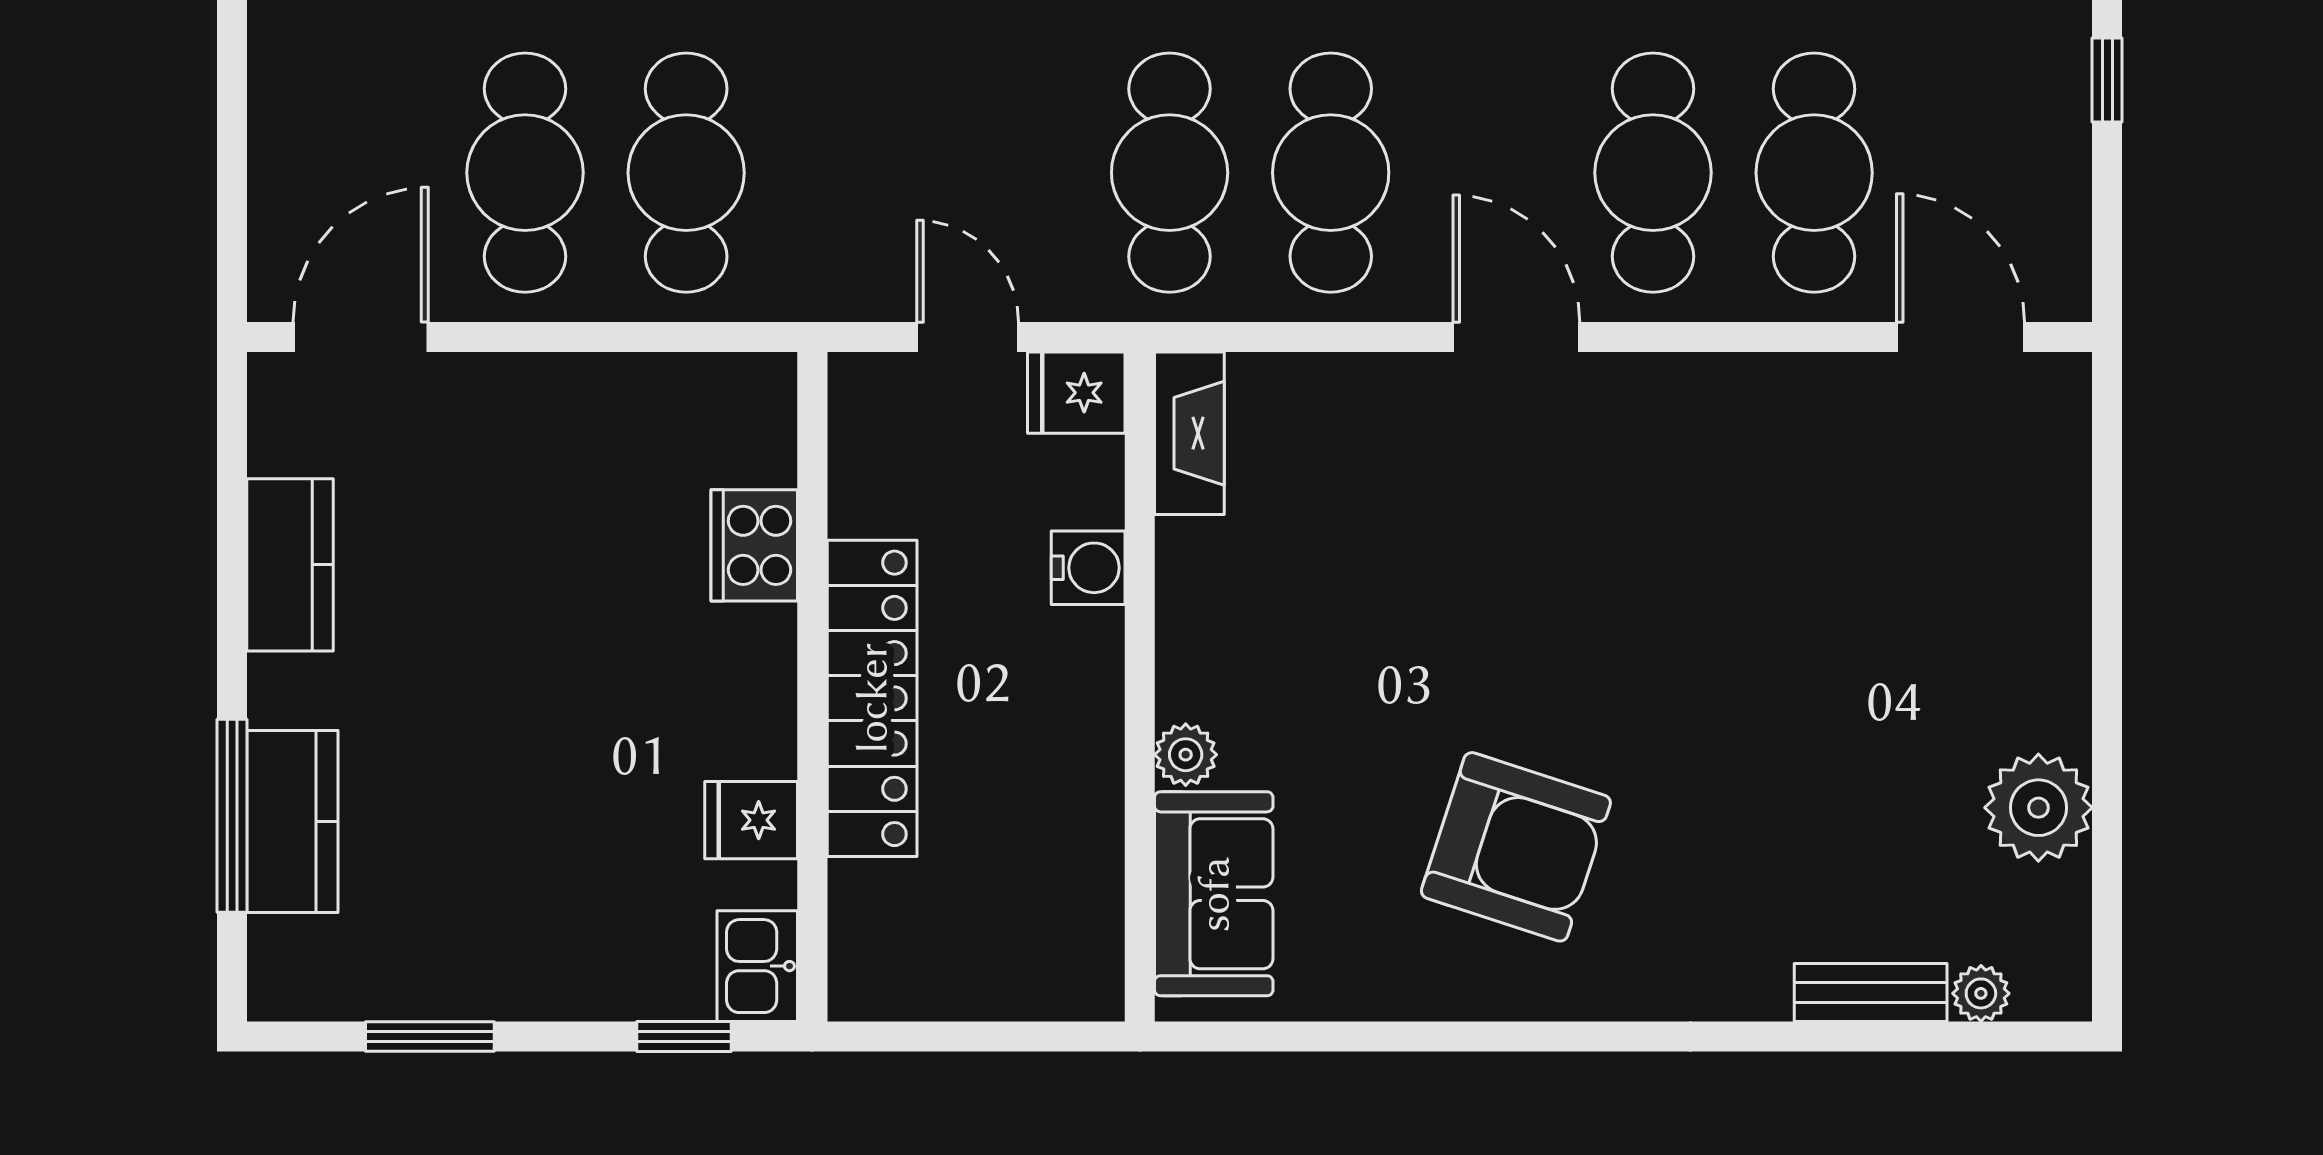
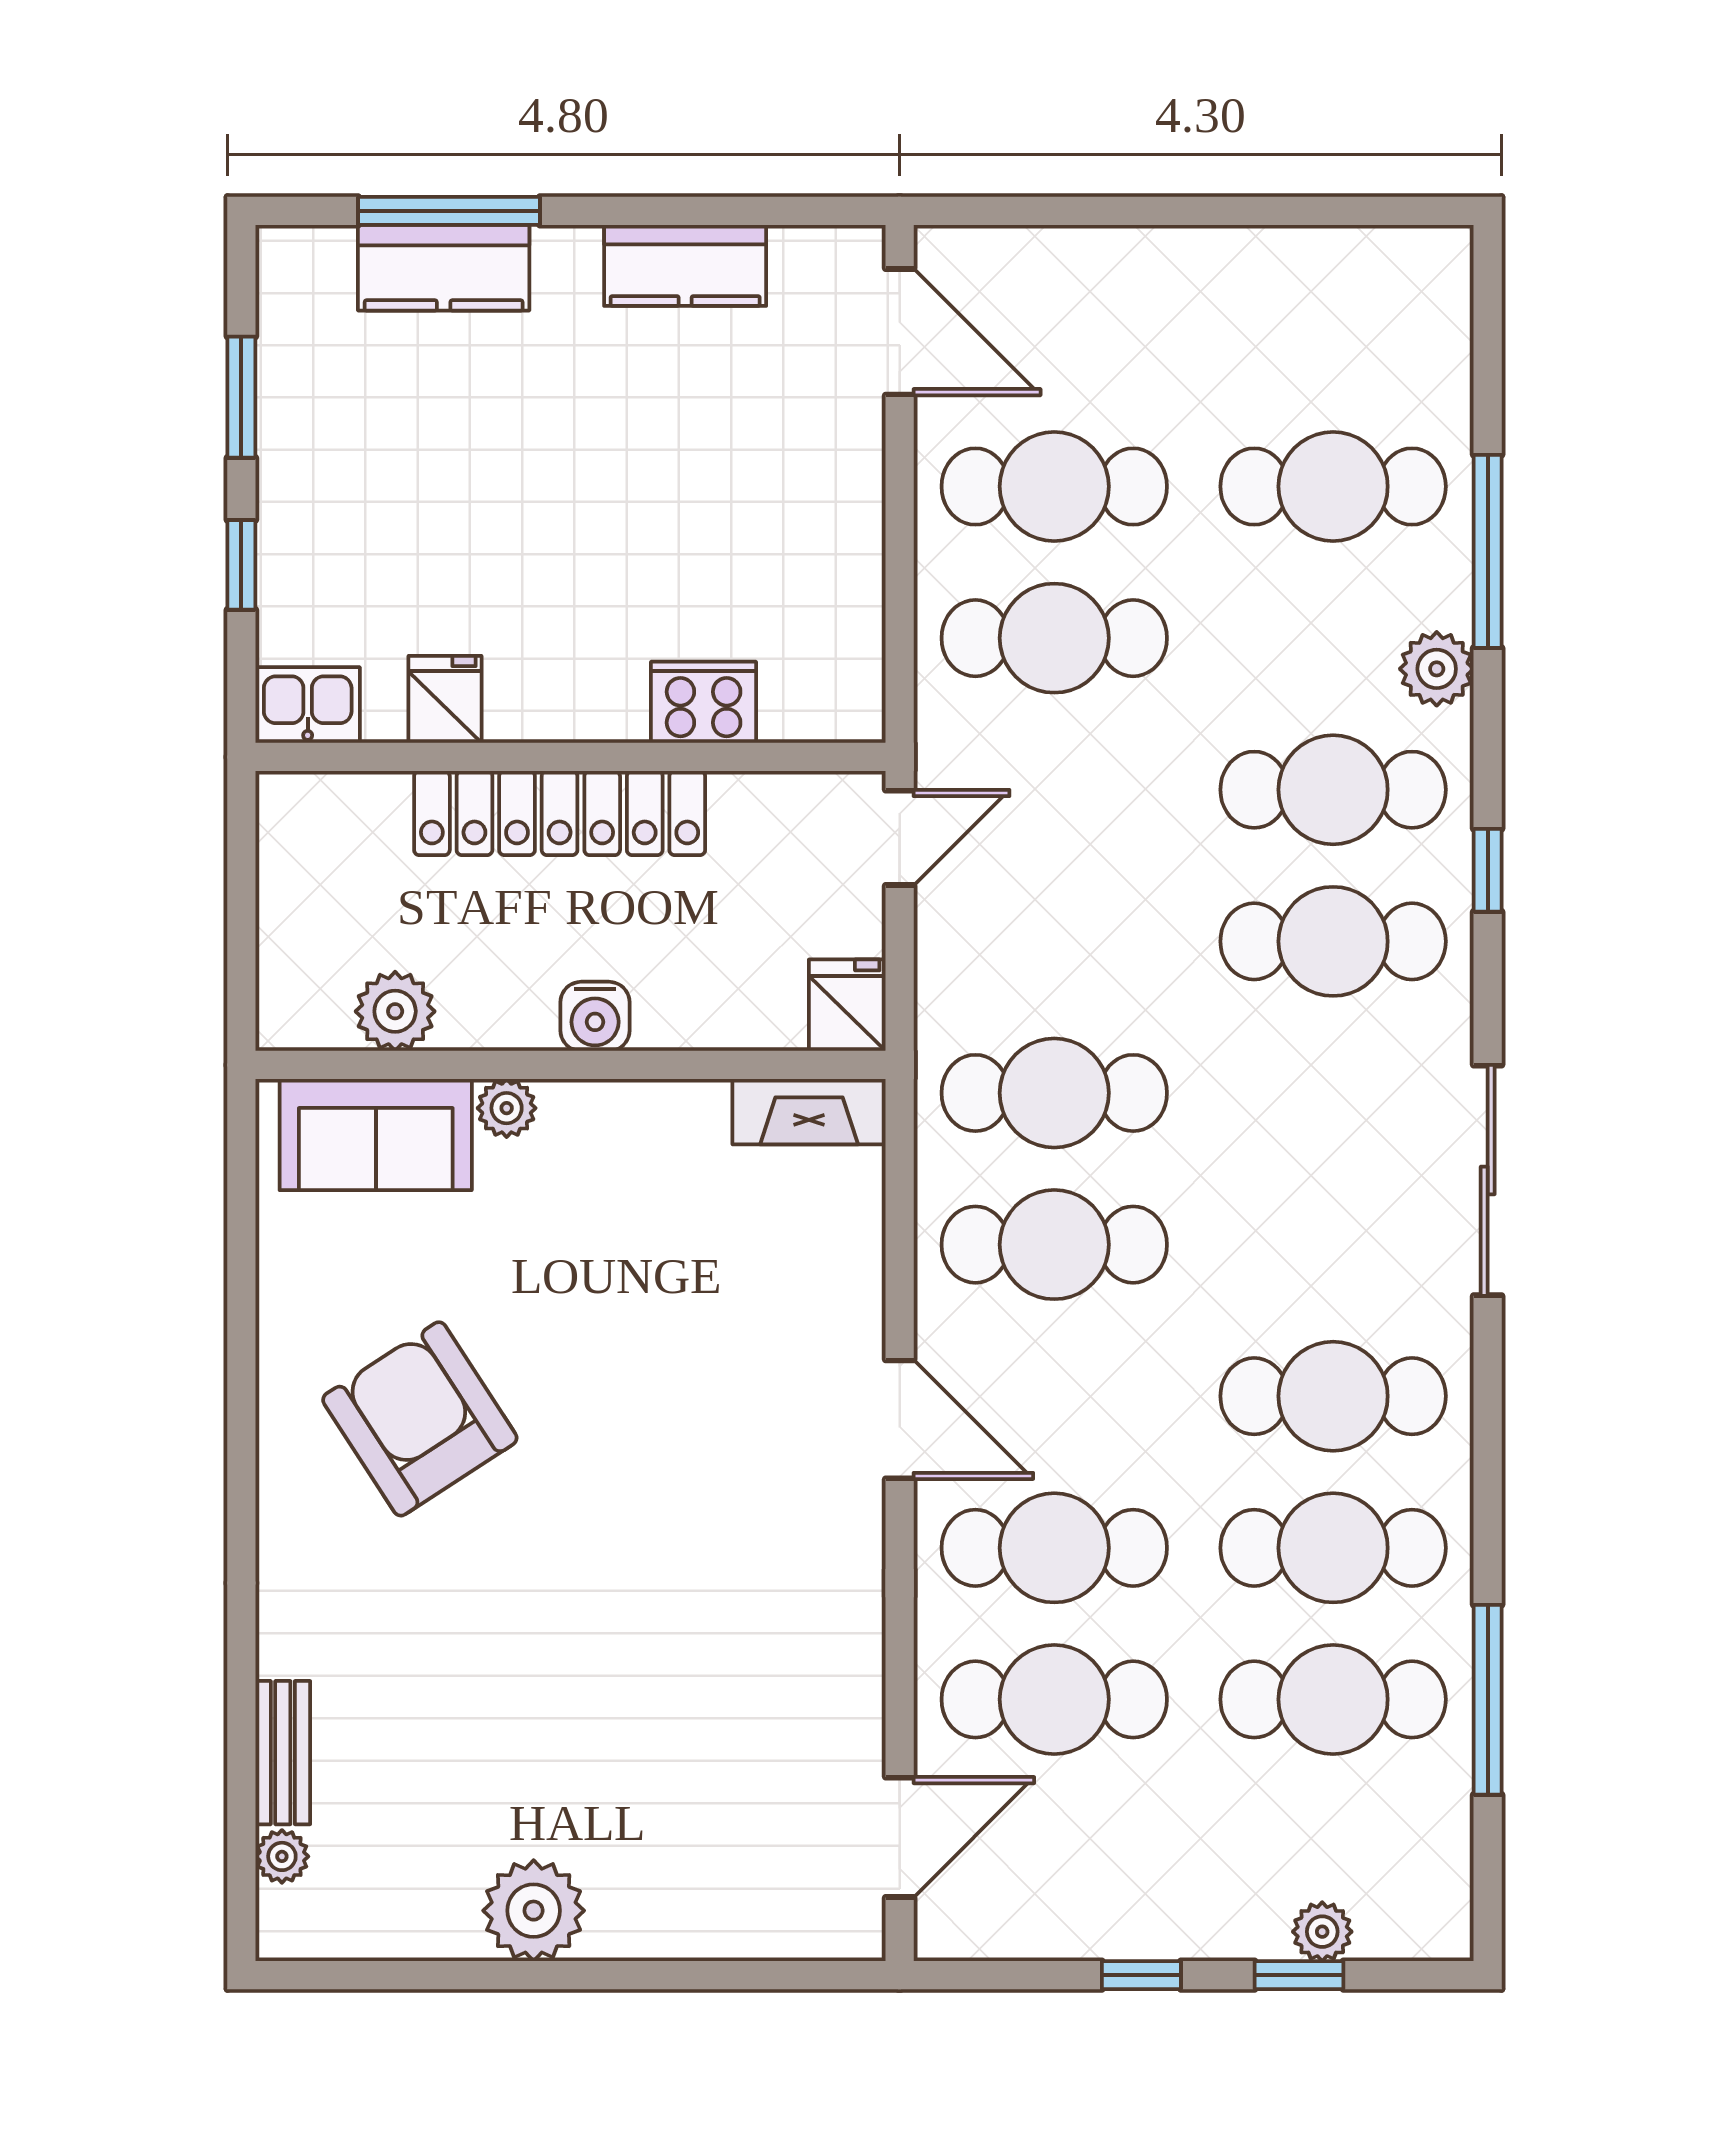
door: (968, 337) -> (900, 838), moved
door: (1516, 337) -> (900, 1419), hinge flipped
water cooler: (1088, 568) -> (595, 1016), moved
plant: (2038, 808) -> (534, 1911), moved
armchair: (1516, 847) -> (420, 1419), turned 129
plant: (1083, 873) -> (395, 1011), added
window: (684, 1036) -> (241, 565), moved

